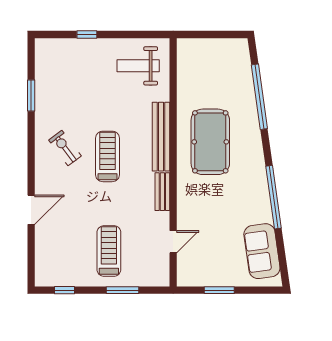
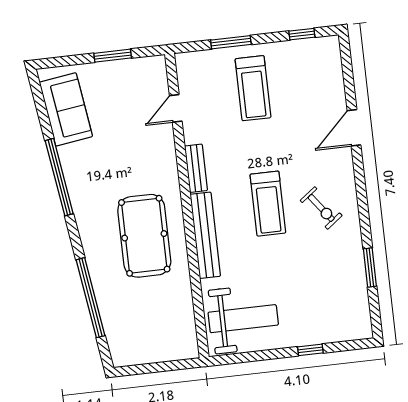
weight bench: (138, 66) -> (243, 319), width x1.36, depth x1.33

